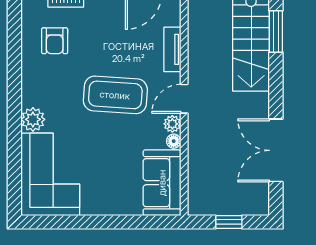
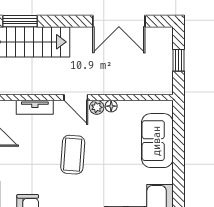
coffee table: (115, 95) -> (73, 155), width x0.73, depth x0.76
sofa: (162, 183) -> (157, 141), moved, turned 90

